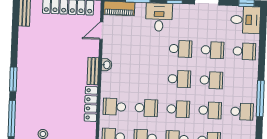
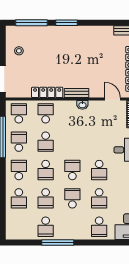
school desk: (179, 79) -> (72, 170), turned 180
school desk: (211, 80) -> (72, 198), turned 180

